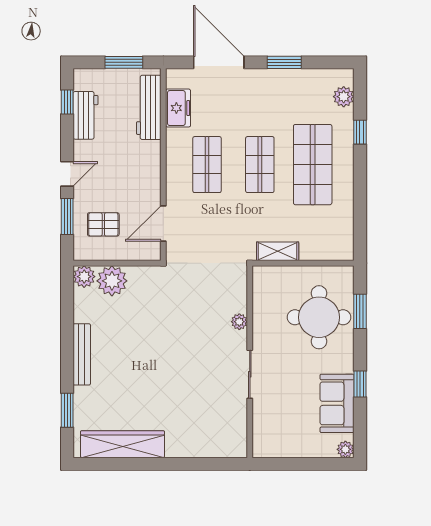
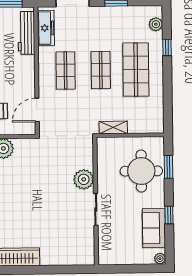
freezer: (178, 108) -> (46, 28), width x1.40
plant: (239, 322) -> (84, 179), width x1.88, depth x1.88

